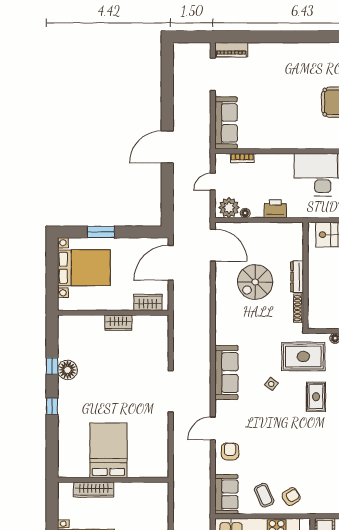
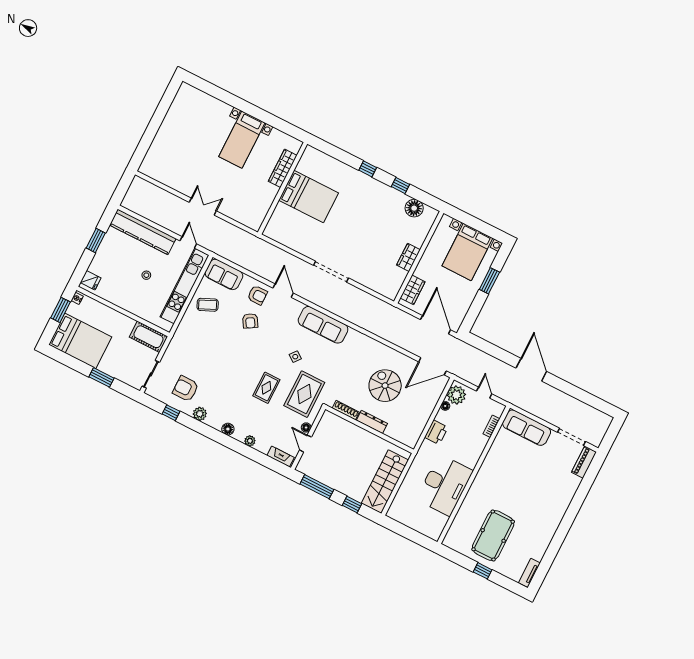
floor lamp: (67, 370) -> (414, 208), moved
rug: (316, 397) -> (266, 388), turned 90
armchair: (291, 497) -> (250, 321), moved

